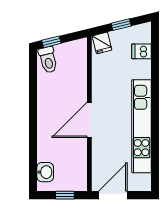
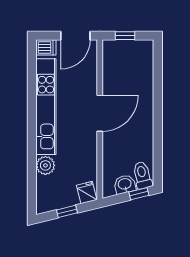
dishwasher: (141, 51) -> (46, 47), moved
plant: (142, 69) -> (45, 165), added
washbasin: (45, 172) -> (125, 184), moved, turned 76

